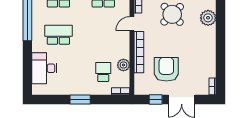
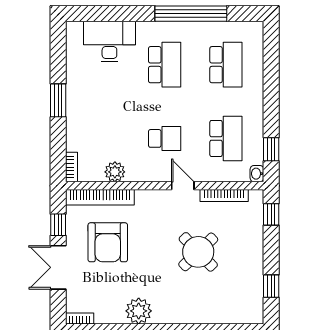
plant: (208, 18) -> (139, 311), moved
bookcase: (139, 52) -> (100, 197), moved
armchair: (166, 69) -> (108, 242), turned 90
school desk: (103, 72) -> (165, 138), moved

